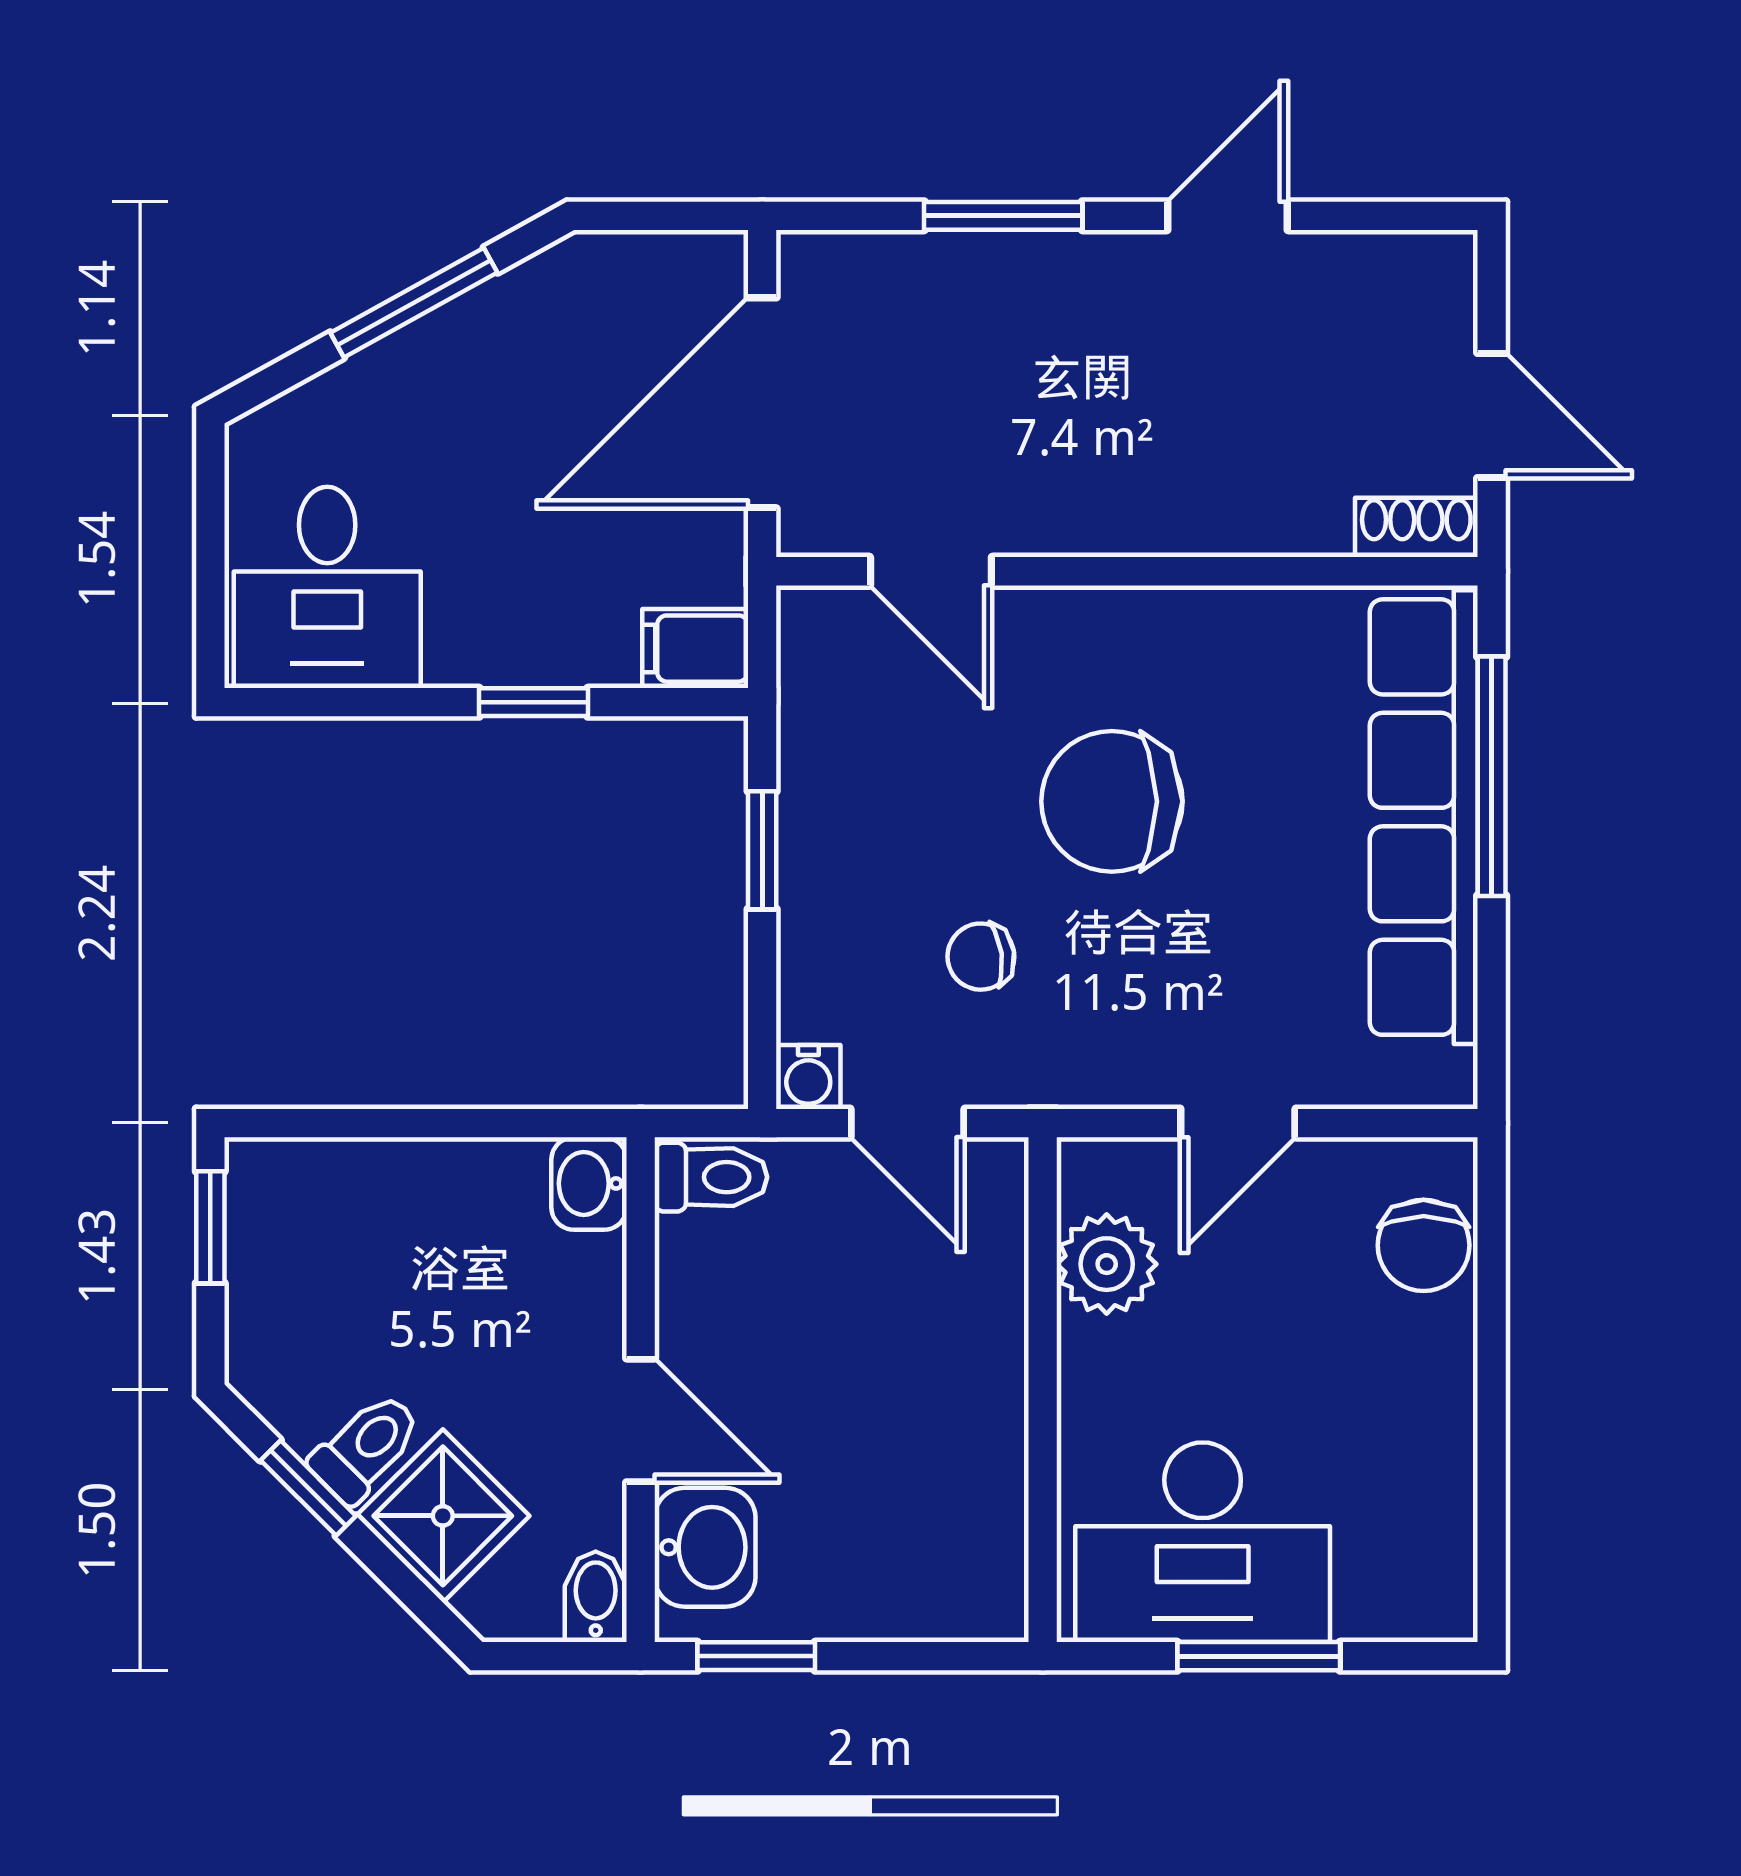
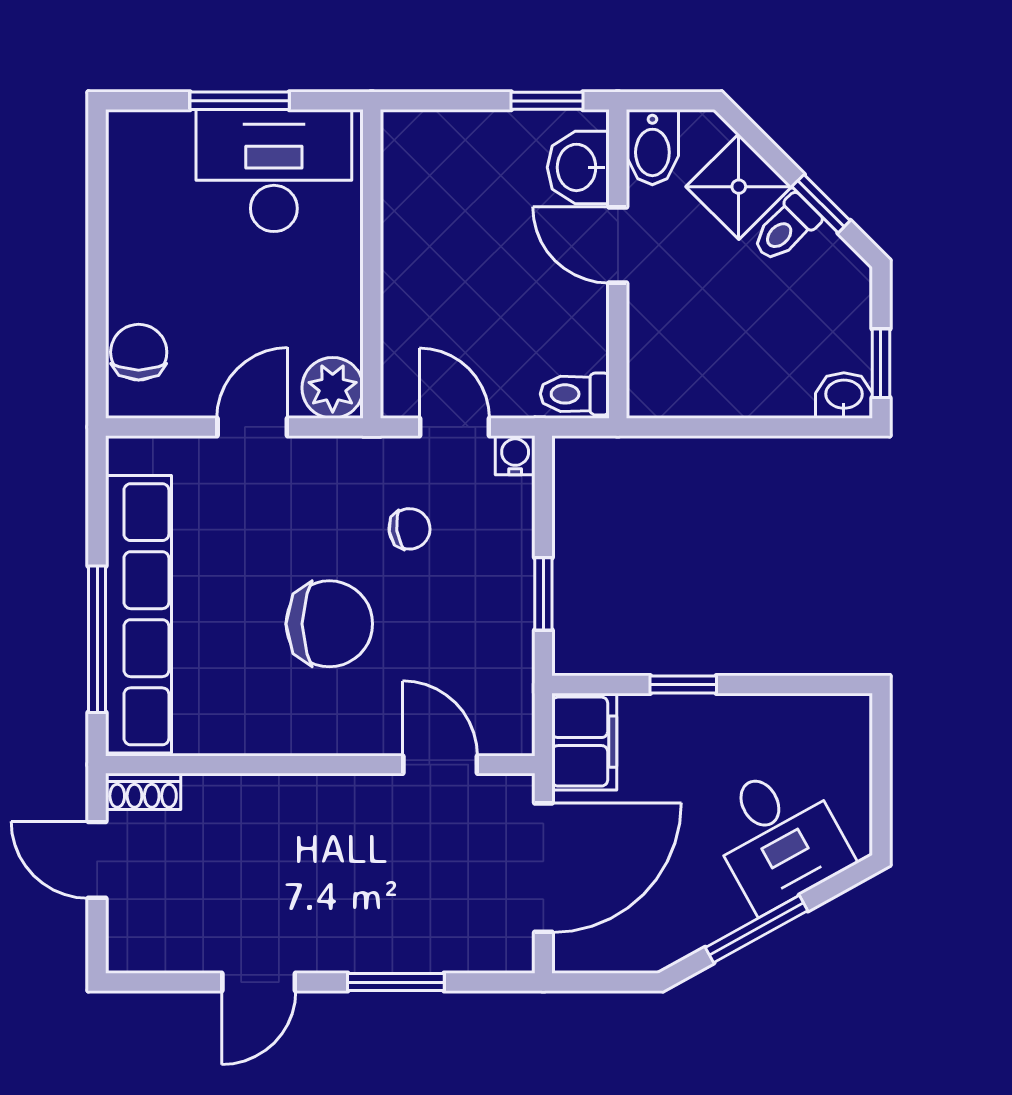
desk: (327, 587) -> (778, 837), moved, turned 151
filing cabinet: (695, 649) -> (584, 742), width x2.00
washbasin: (589, 1183) -> (844, 395), moved, turned -90
plant: (1107, 1264) -> (333, 388), moved
bidet: (596, 1597) -> (652, 147), width x1.38, depth x1.36

